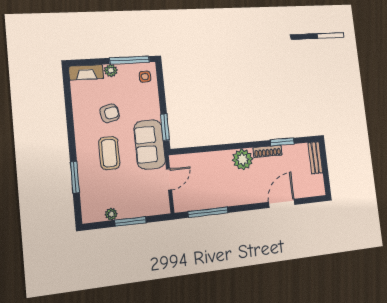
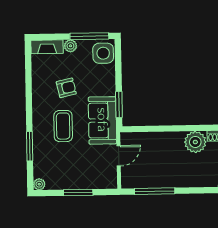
side table: (145, 77) -> (103, 53), width x1.87, depth x1.87
plant: (111, 214) -> (39, 184), moved

